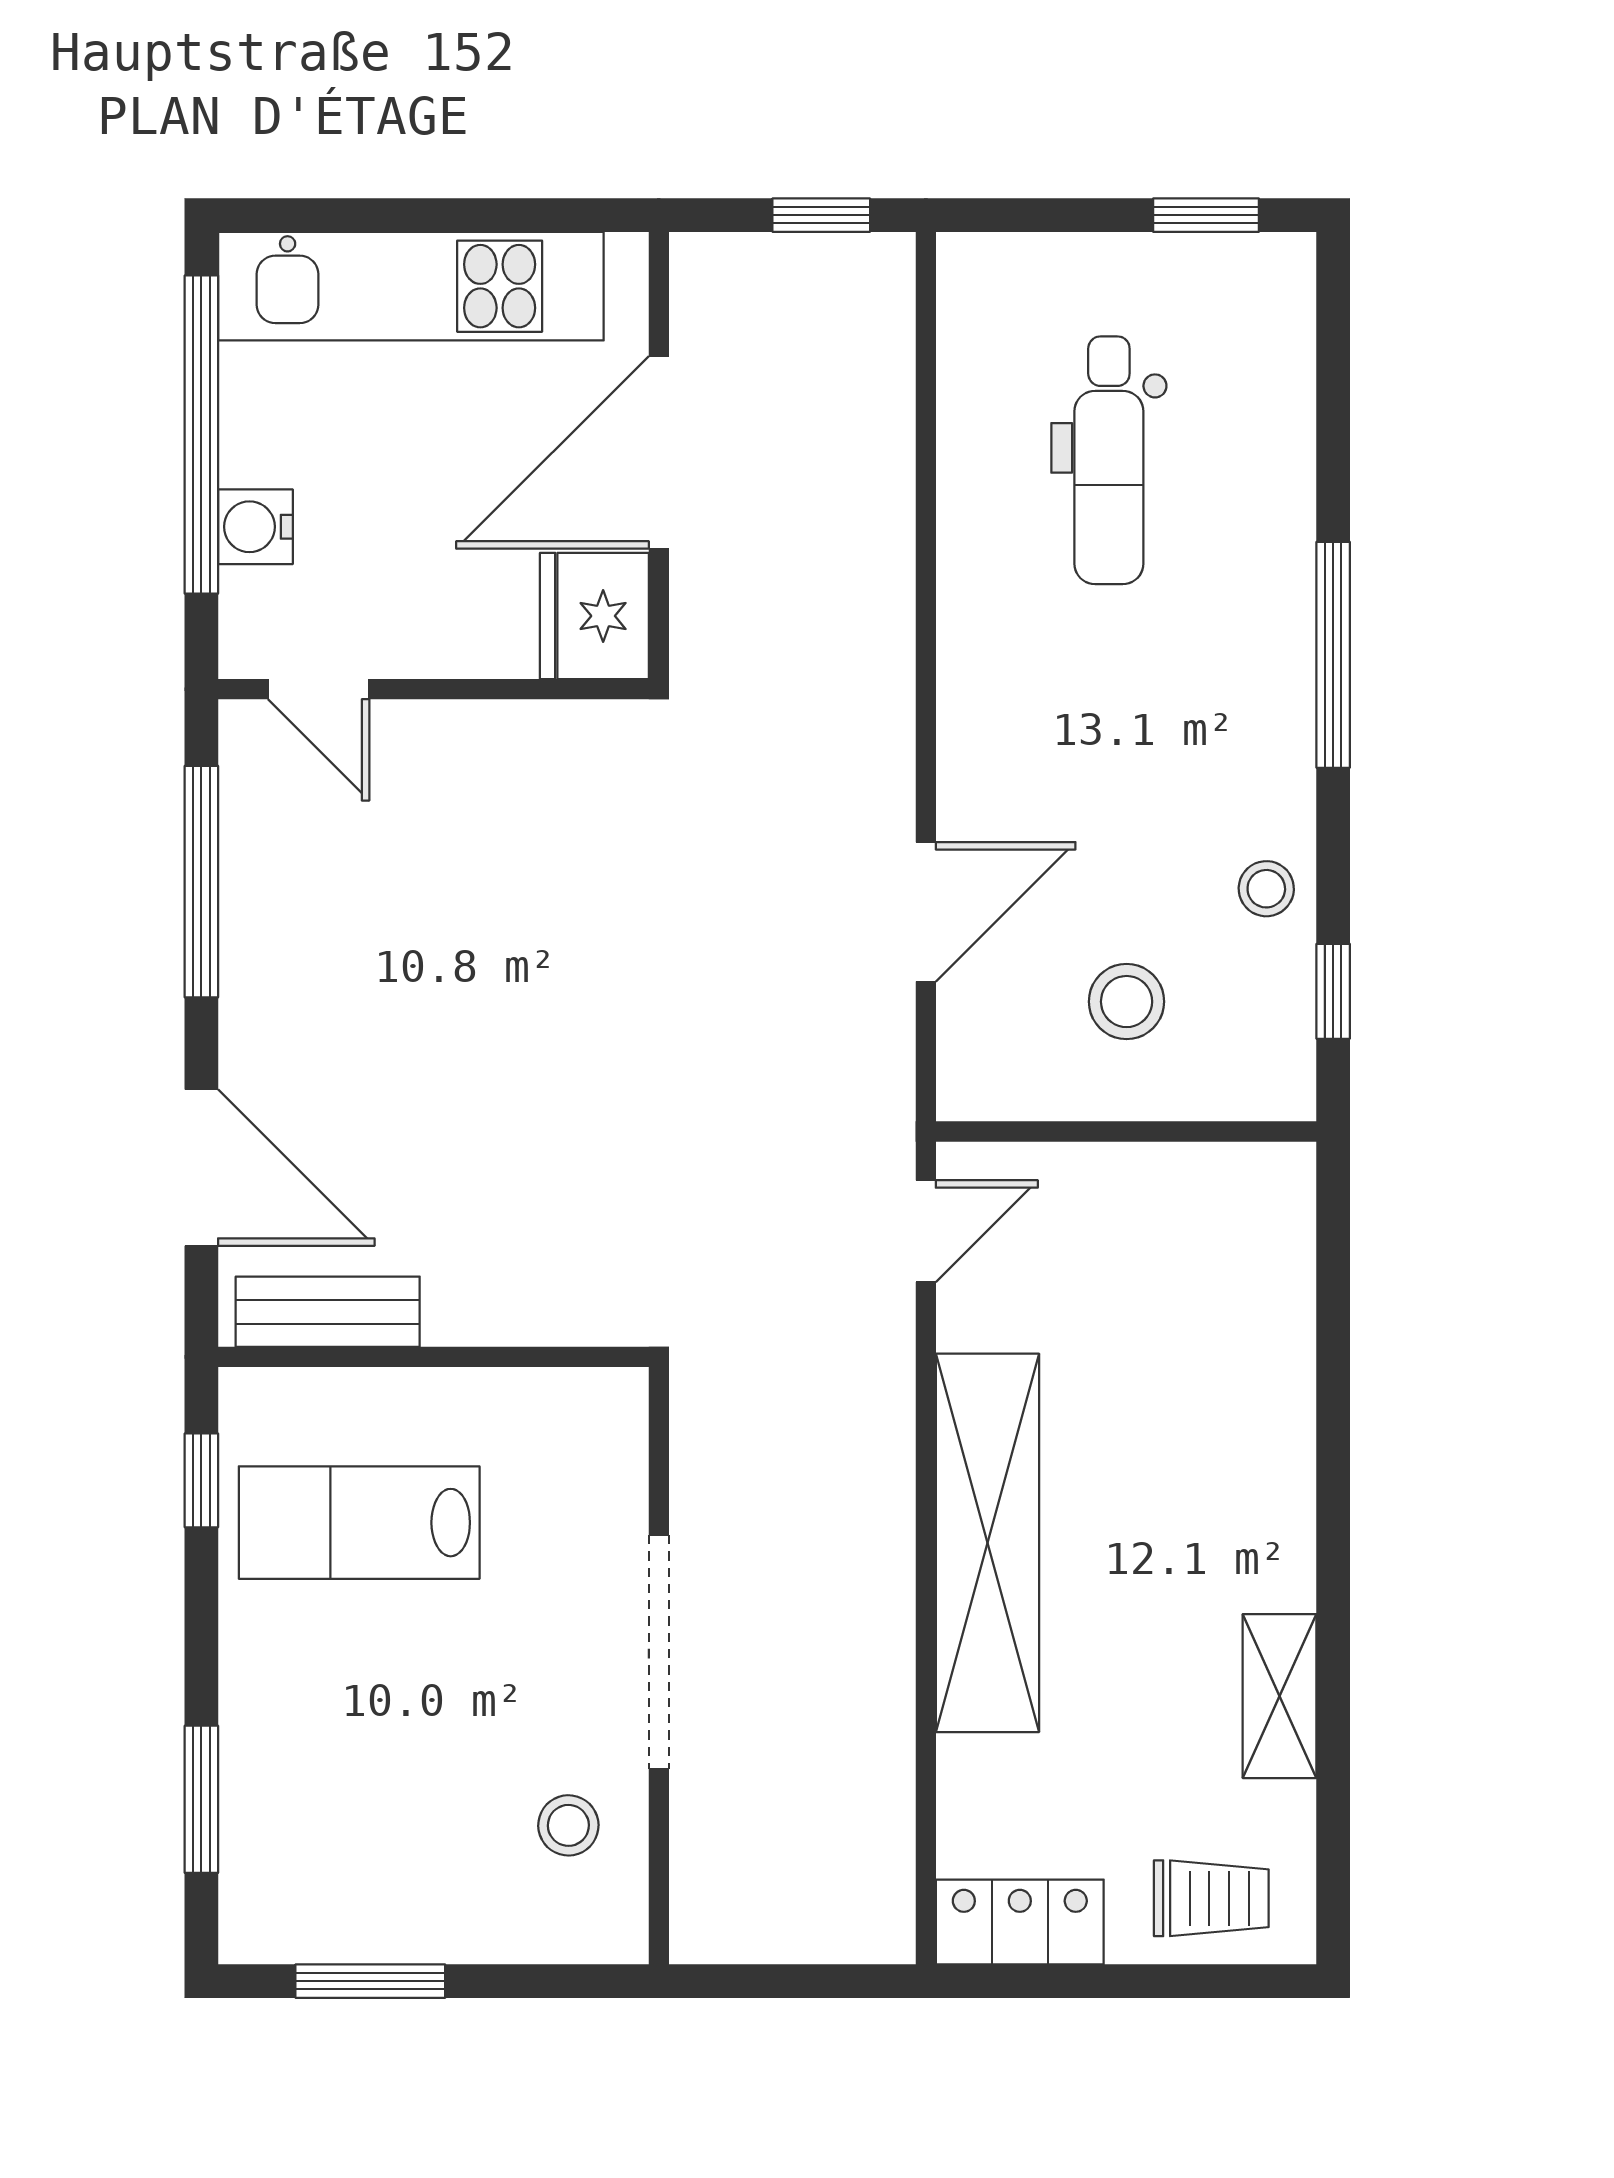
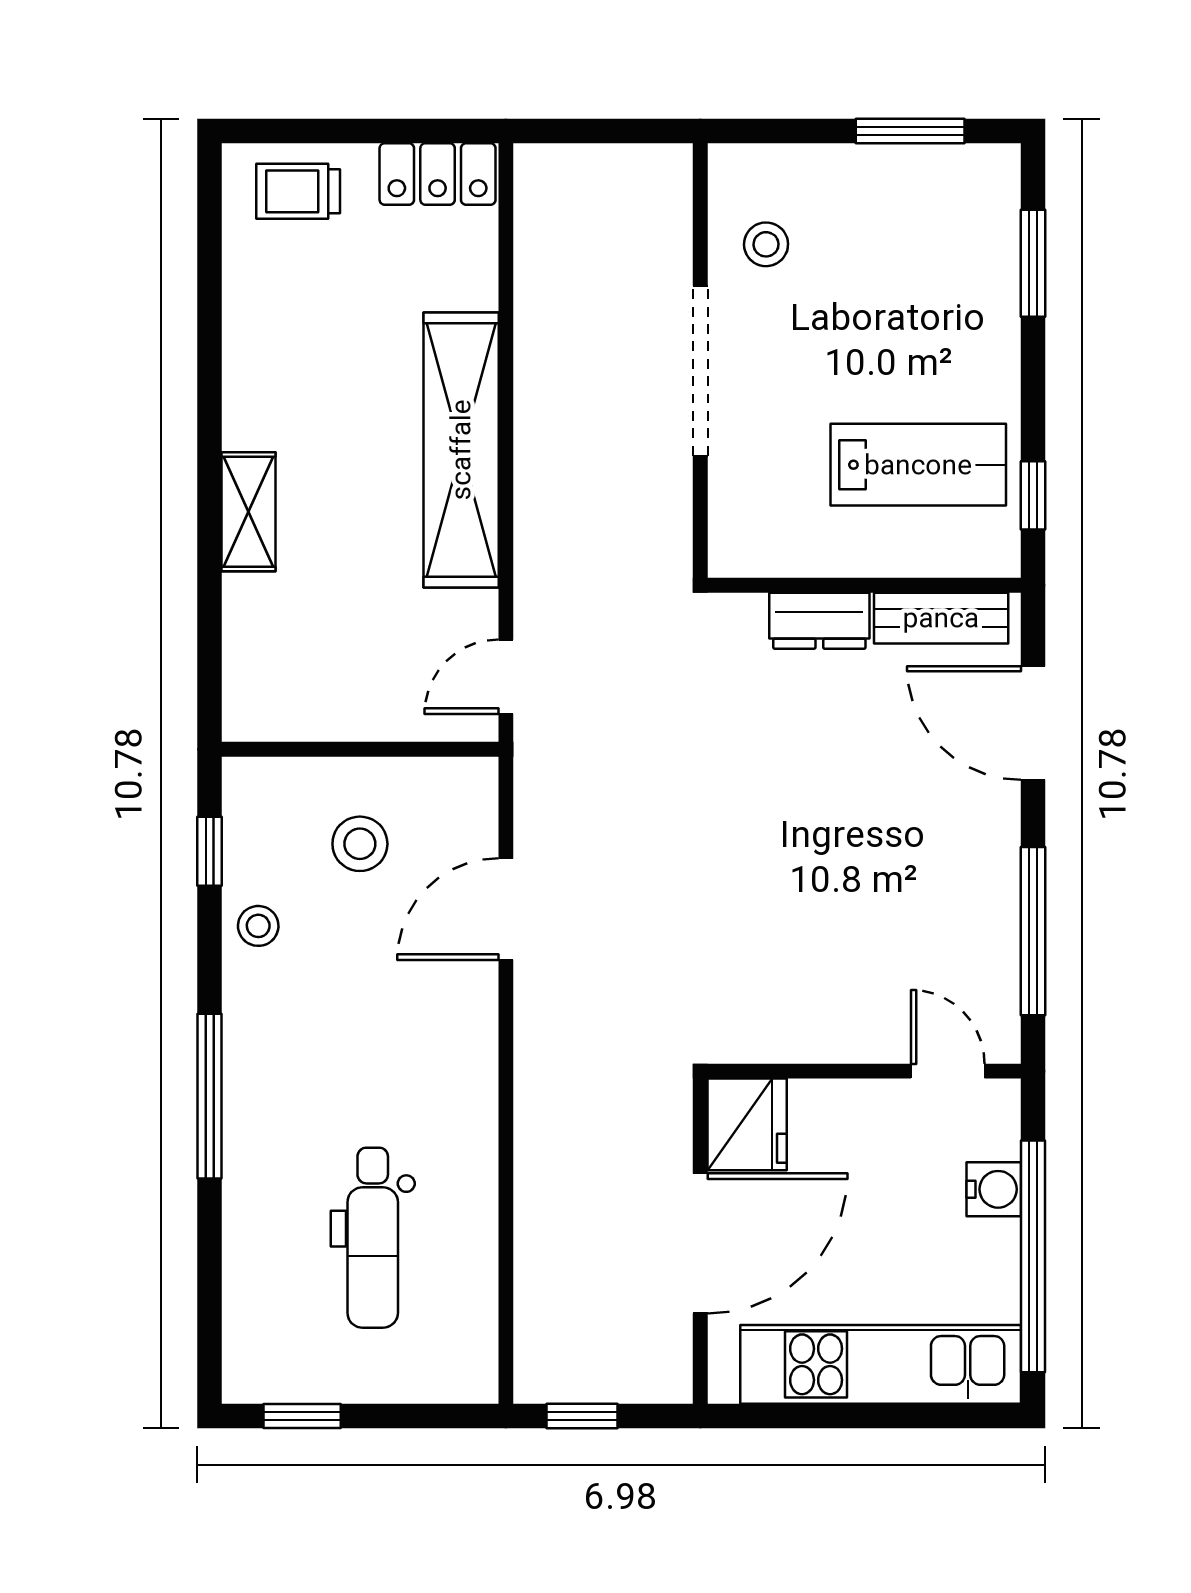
dental chair: (1109, 460) -> (373, 1238), turned 180
dresser: (495, 1308) -> (819, 621), added
shelving: (1280, 1696) -> (249, 512), moved

